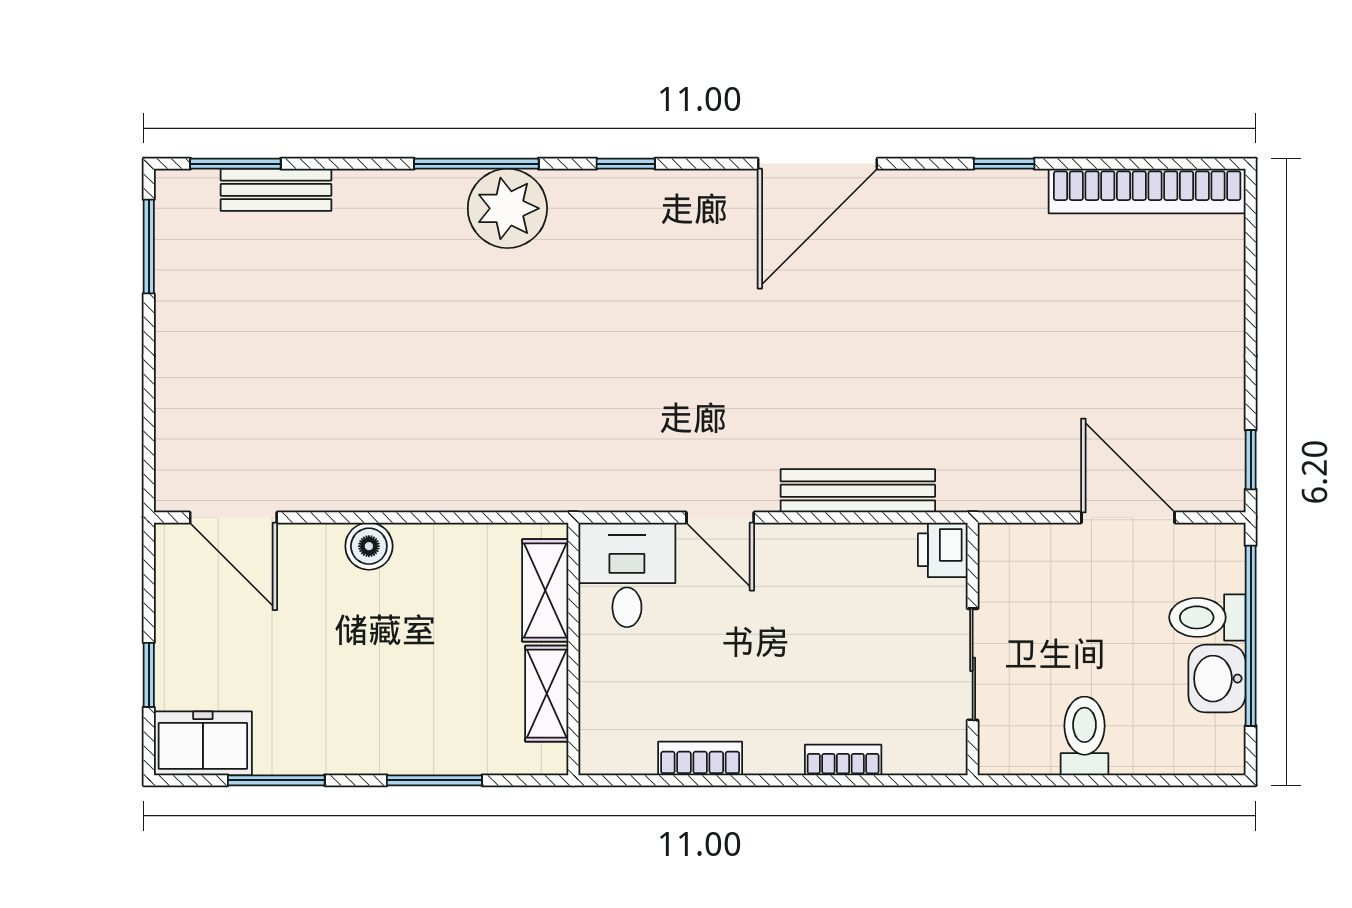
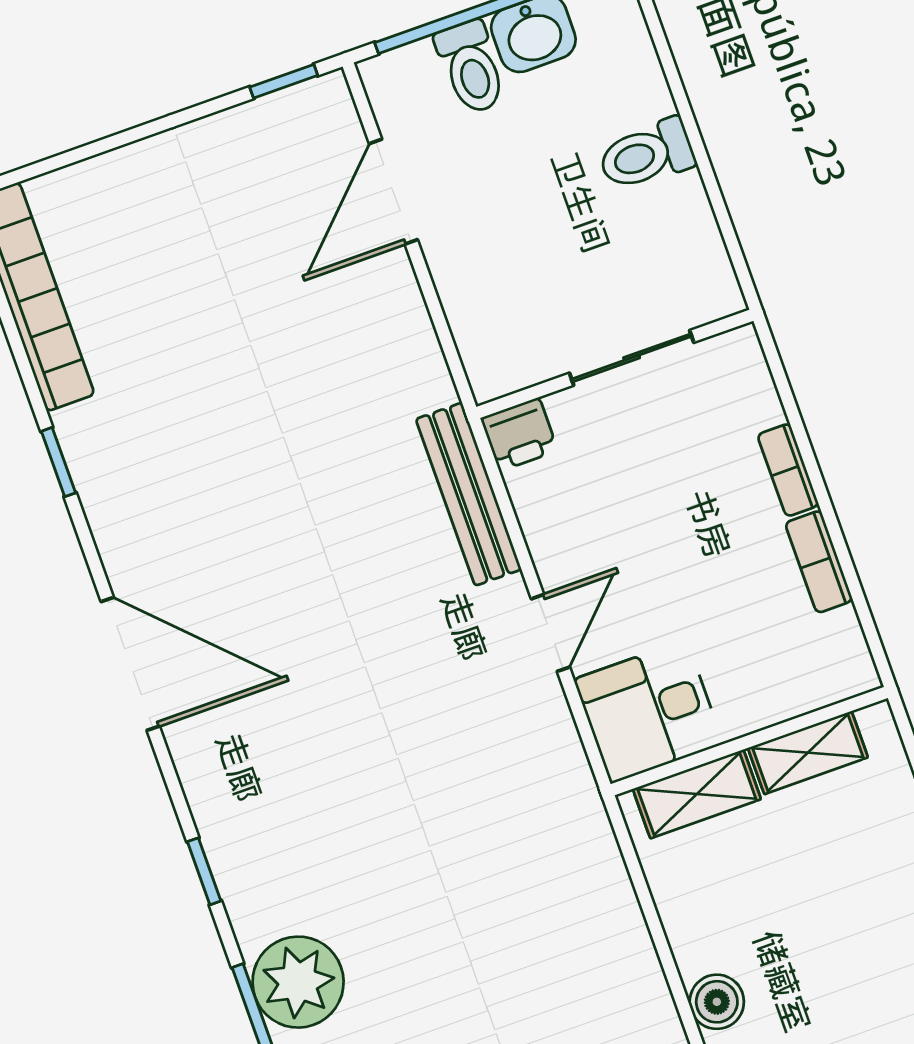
printer: (943, 550) -> (519, 434), moved
wall: (973, 649) -> (615, 364), moved
sliding door: (973, 664) -> (632, 358), moved
bookcase: (843, 760) -> (788, 470), moved

